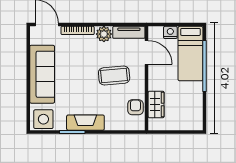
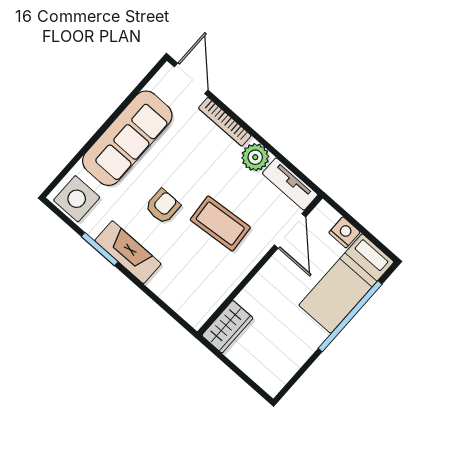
wardrobe: (156, 104) -> (227, 327), moved
armchair: (135, 107) -> (163, 206), moved

